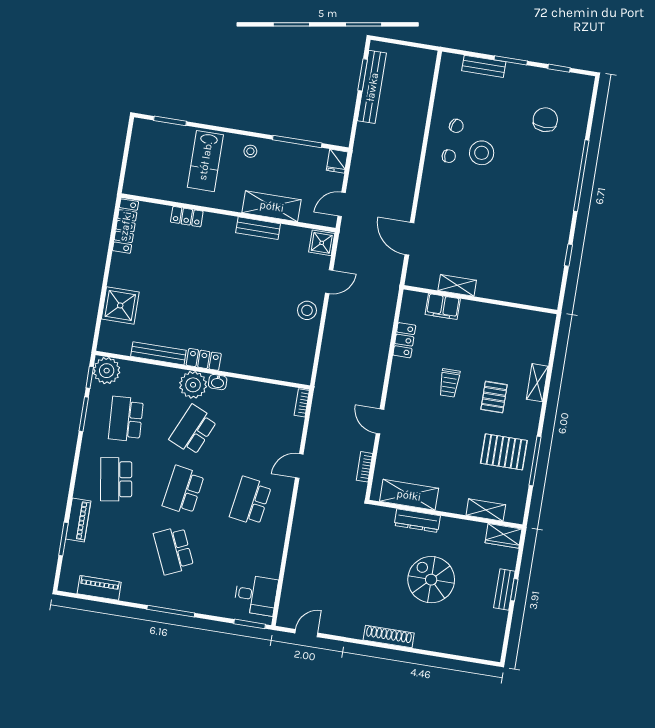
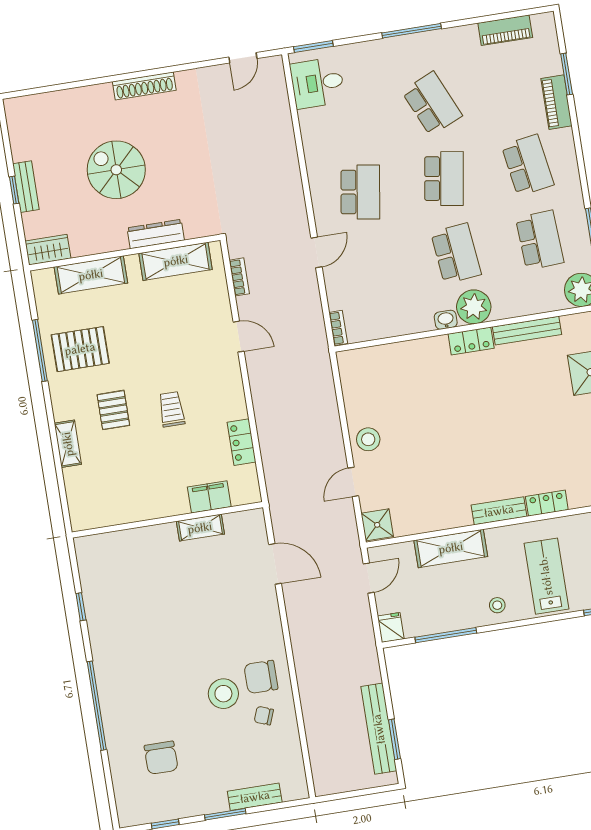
chair: (449, 156) -> (261, 677), width x1.87, depth x1.87
bench: (258, 228) -> (499, 511), moved
school desk: (193, 430) -> (456, 254), turned -30
shelving: (486, 510) -> (91, 275), width x1.50, depth x1.33
spiral stairs: (431, 580) -> (116, 170), turned 180

